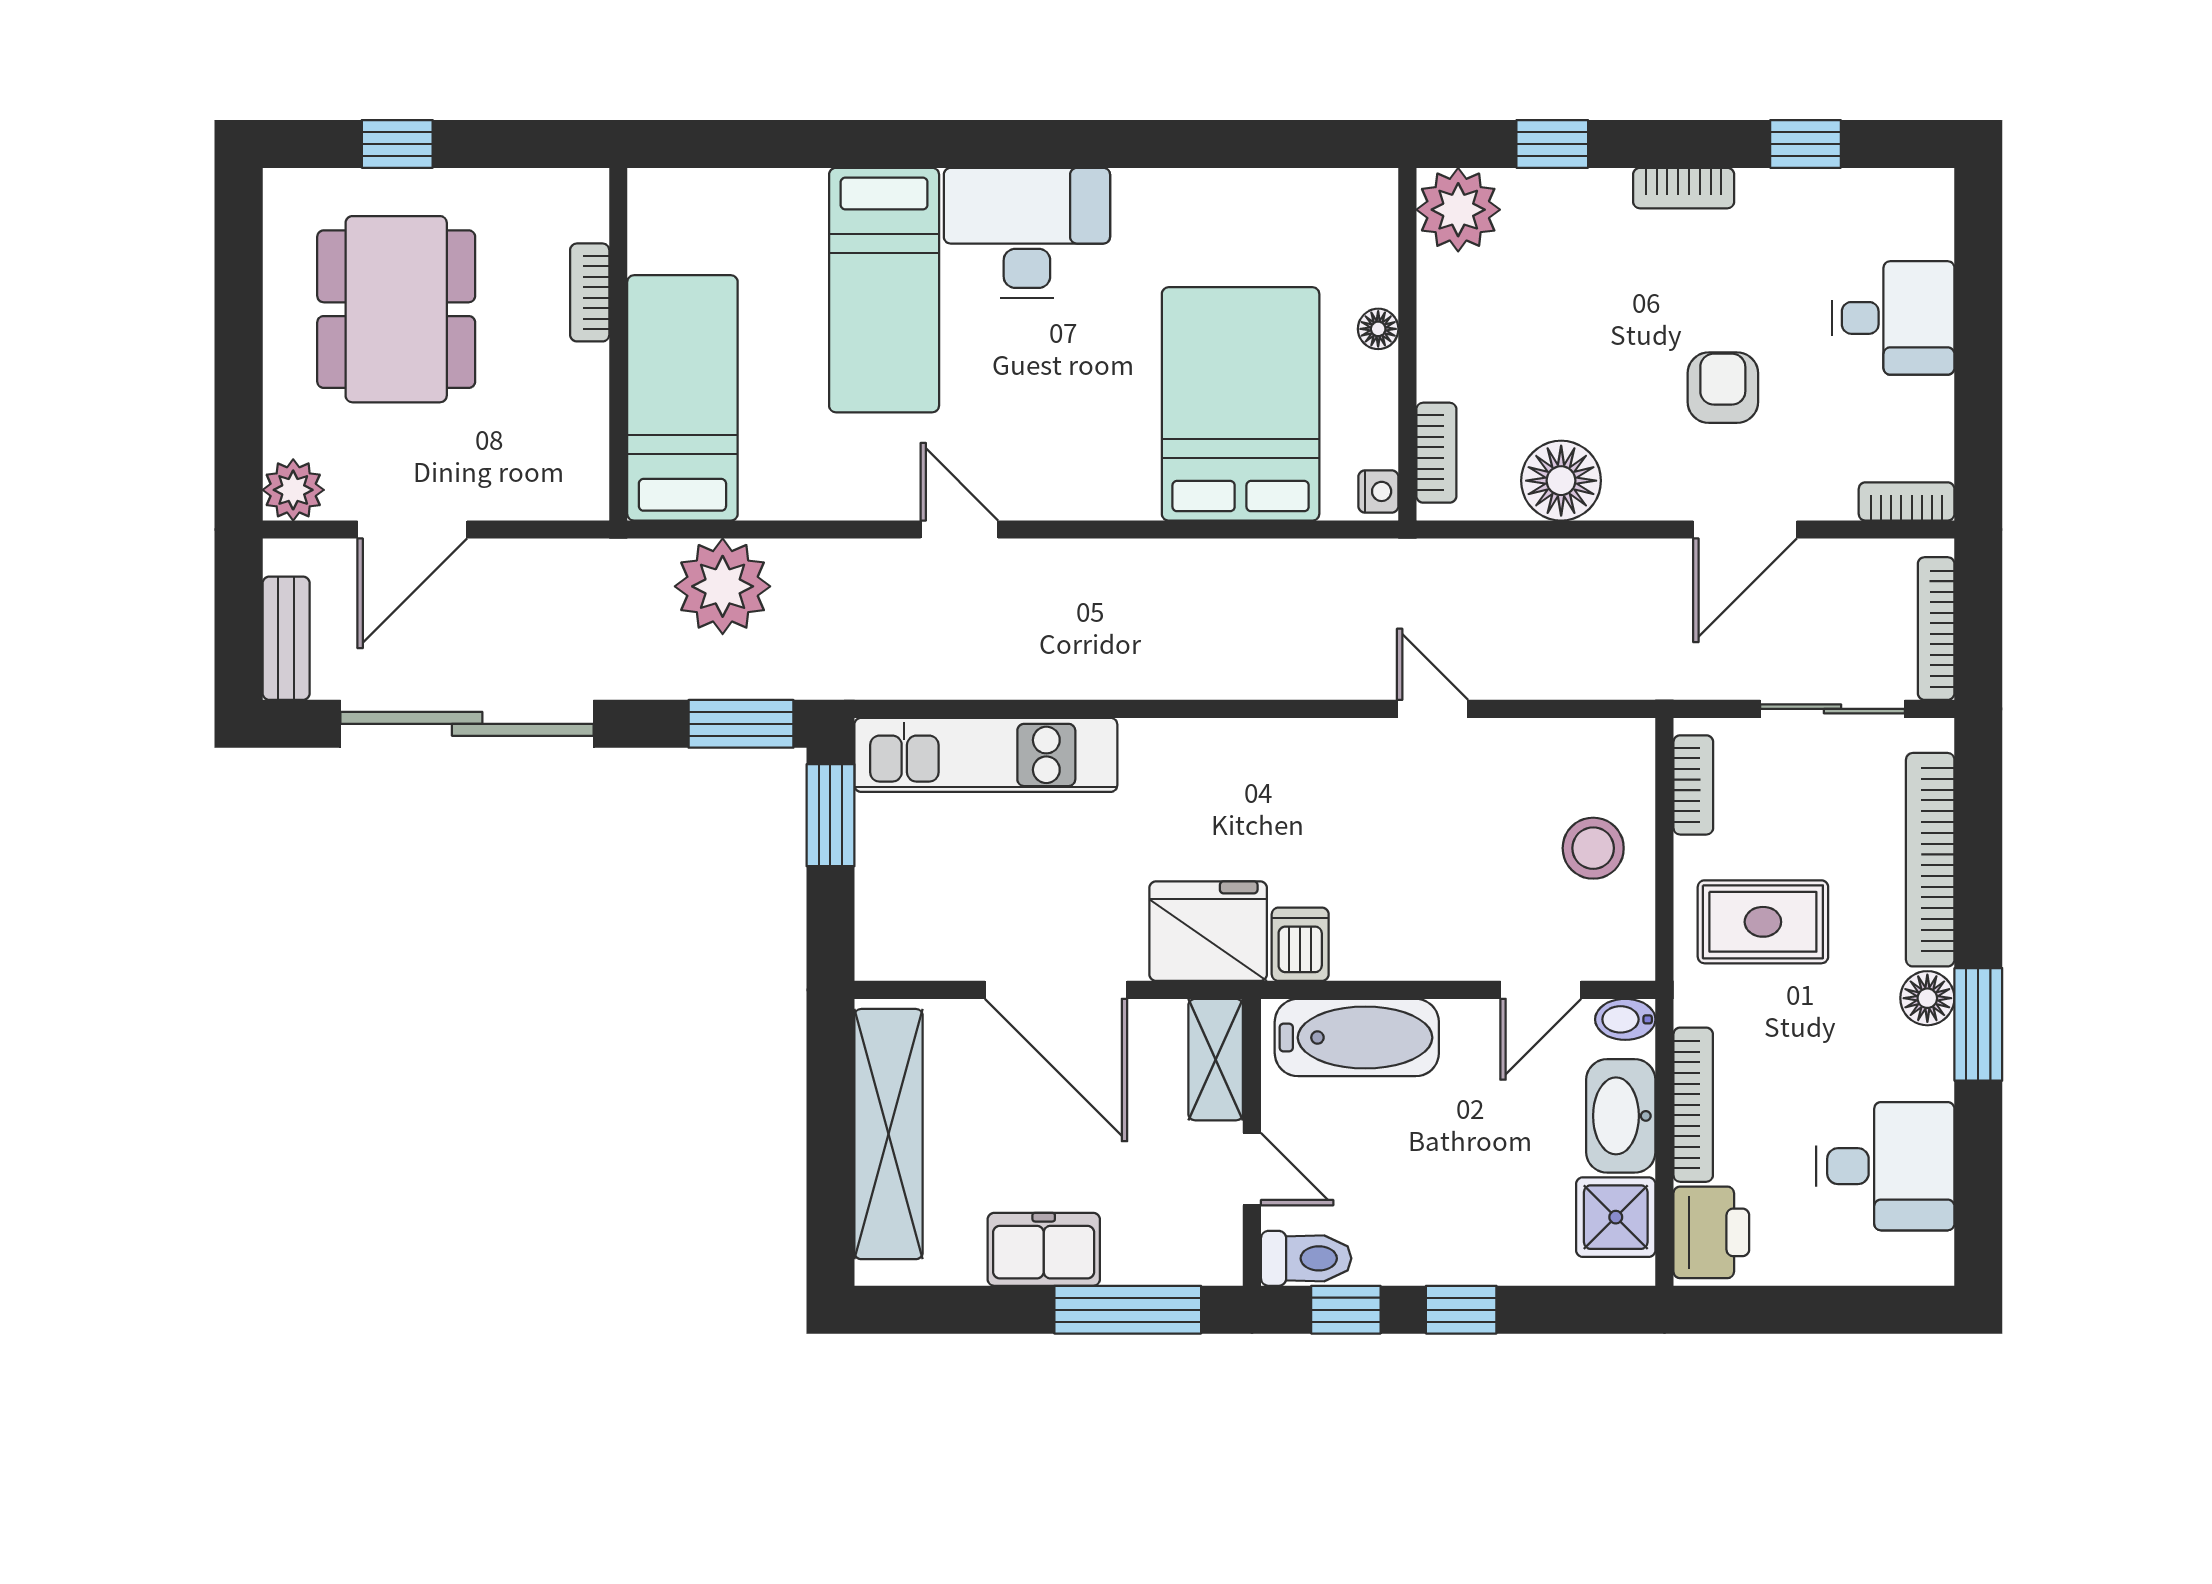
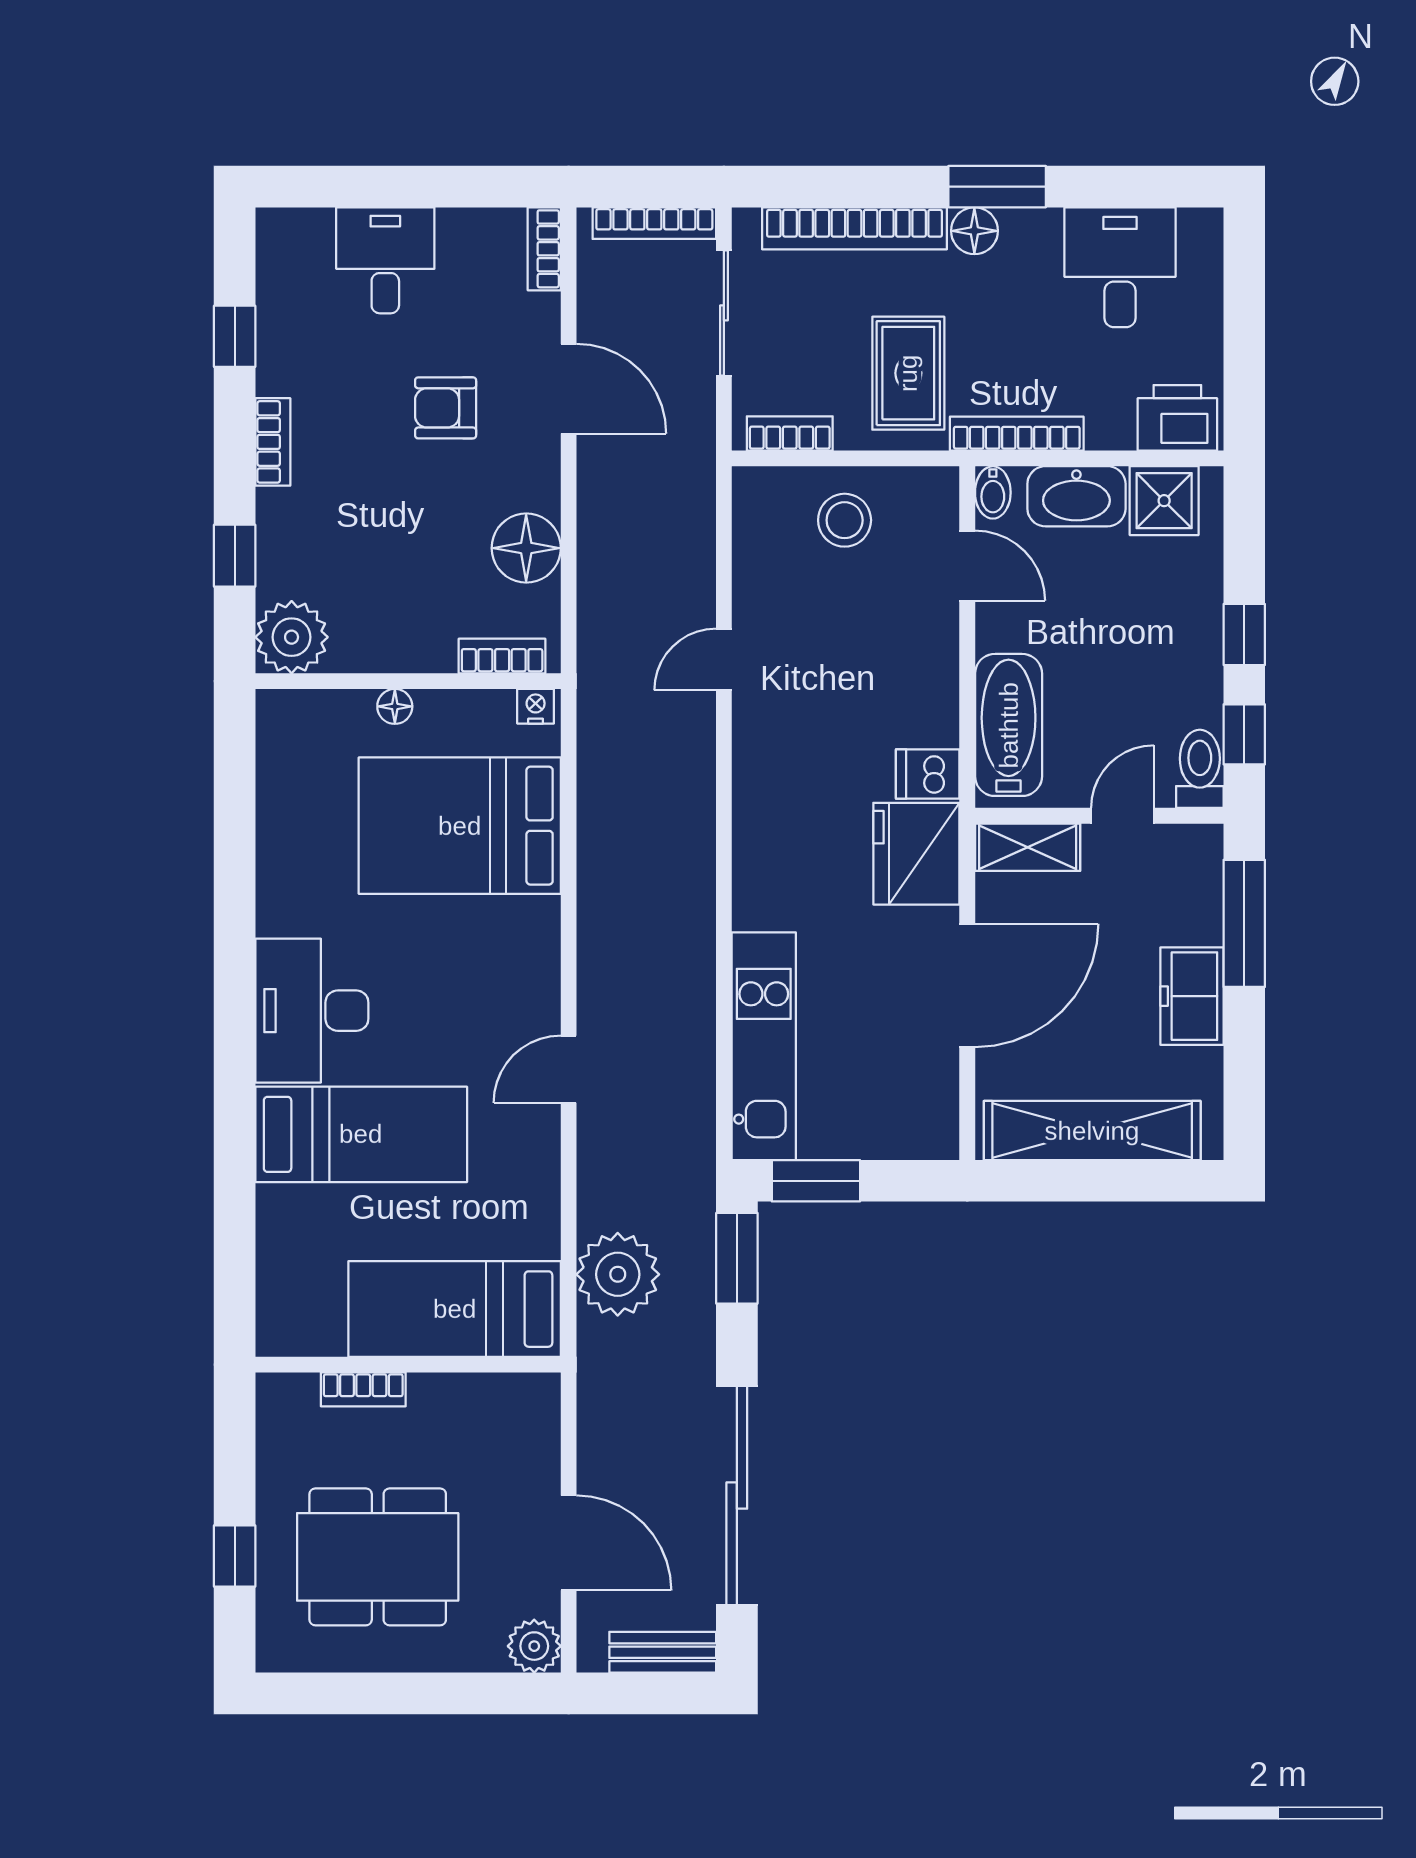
bookcase: (1693, 1105) -> (1017, 434), moved

